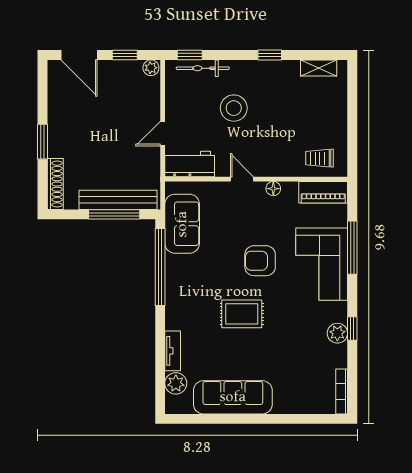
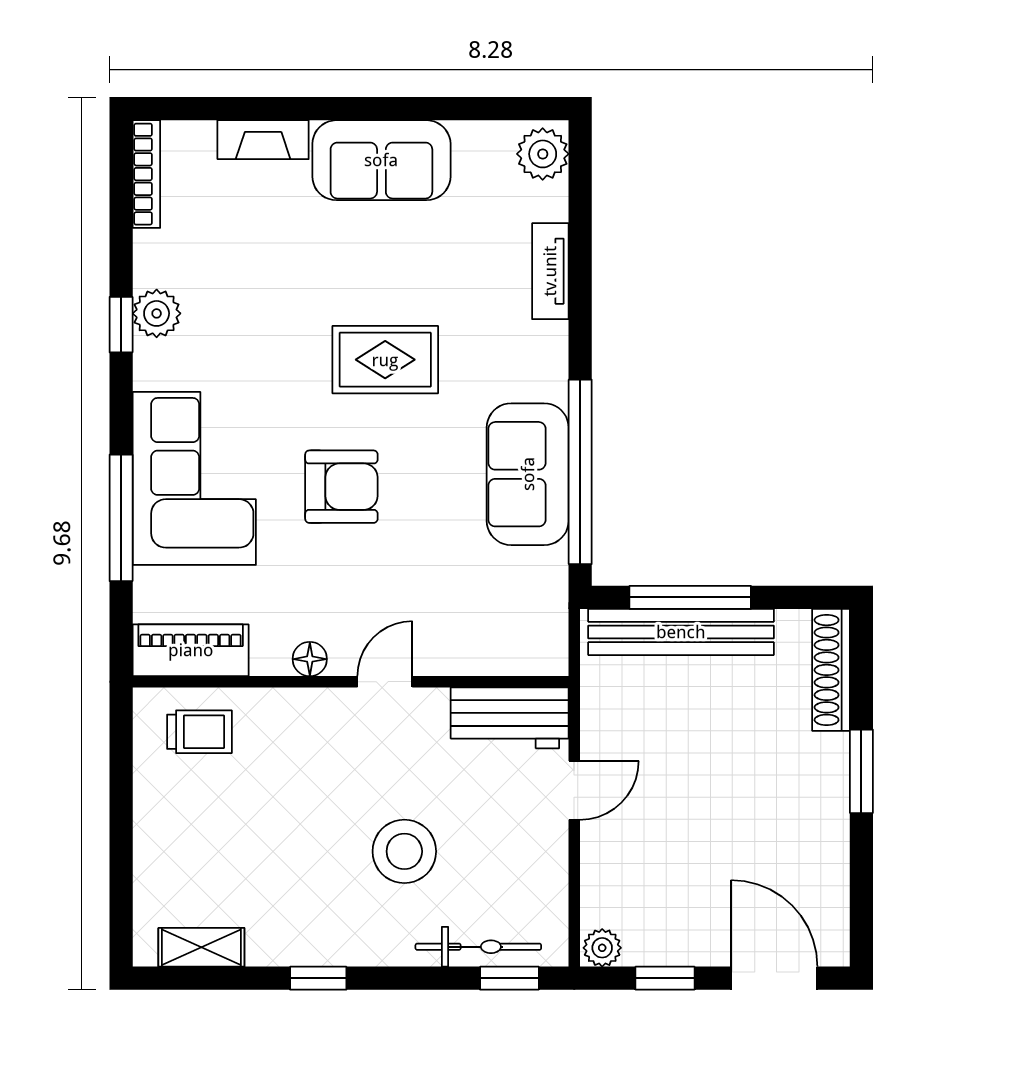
door: (242, 179) -> (385, 682), swing flipped
sofa: (182, 224) -> (528, 474), moved
plant: (176, 383) -> (543, 154), moved
sofa: (233, 397) -> (381, 160), width x0.73
fireplace: (293, 406) -> (263, 140), added

